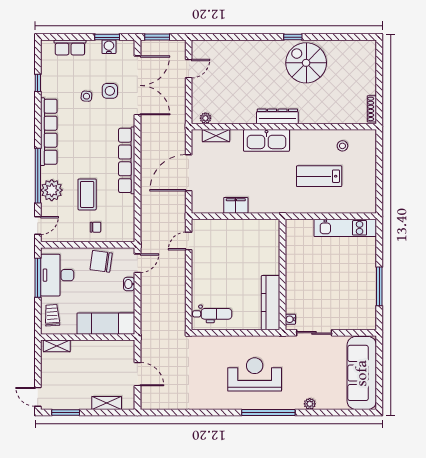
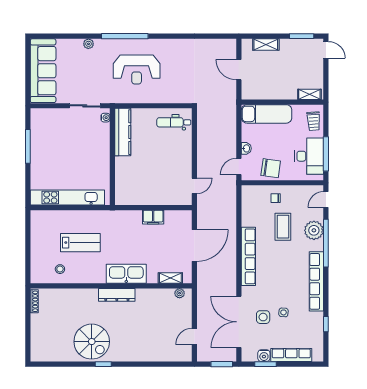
row of seats: (70, 47) -> (291, 355), width x1.48
kitchen unit: (345, 228) -> (67, 197), width x1.36

